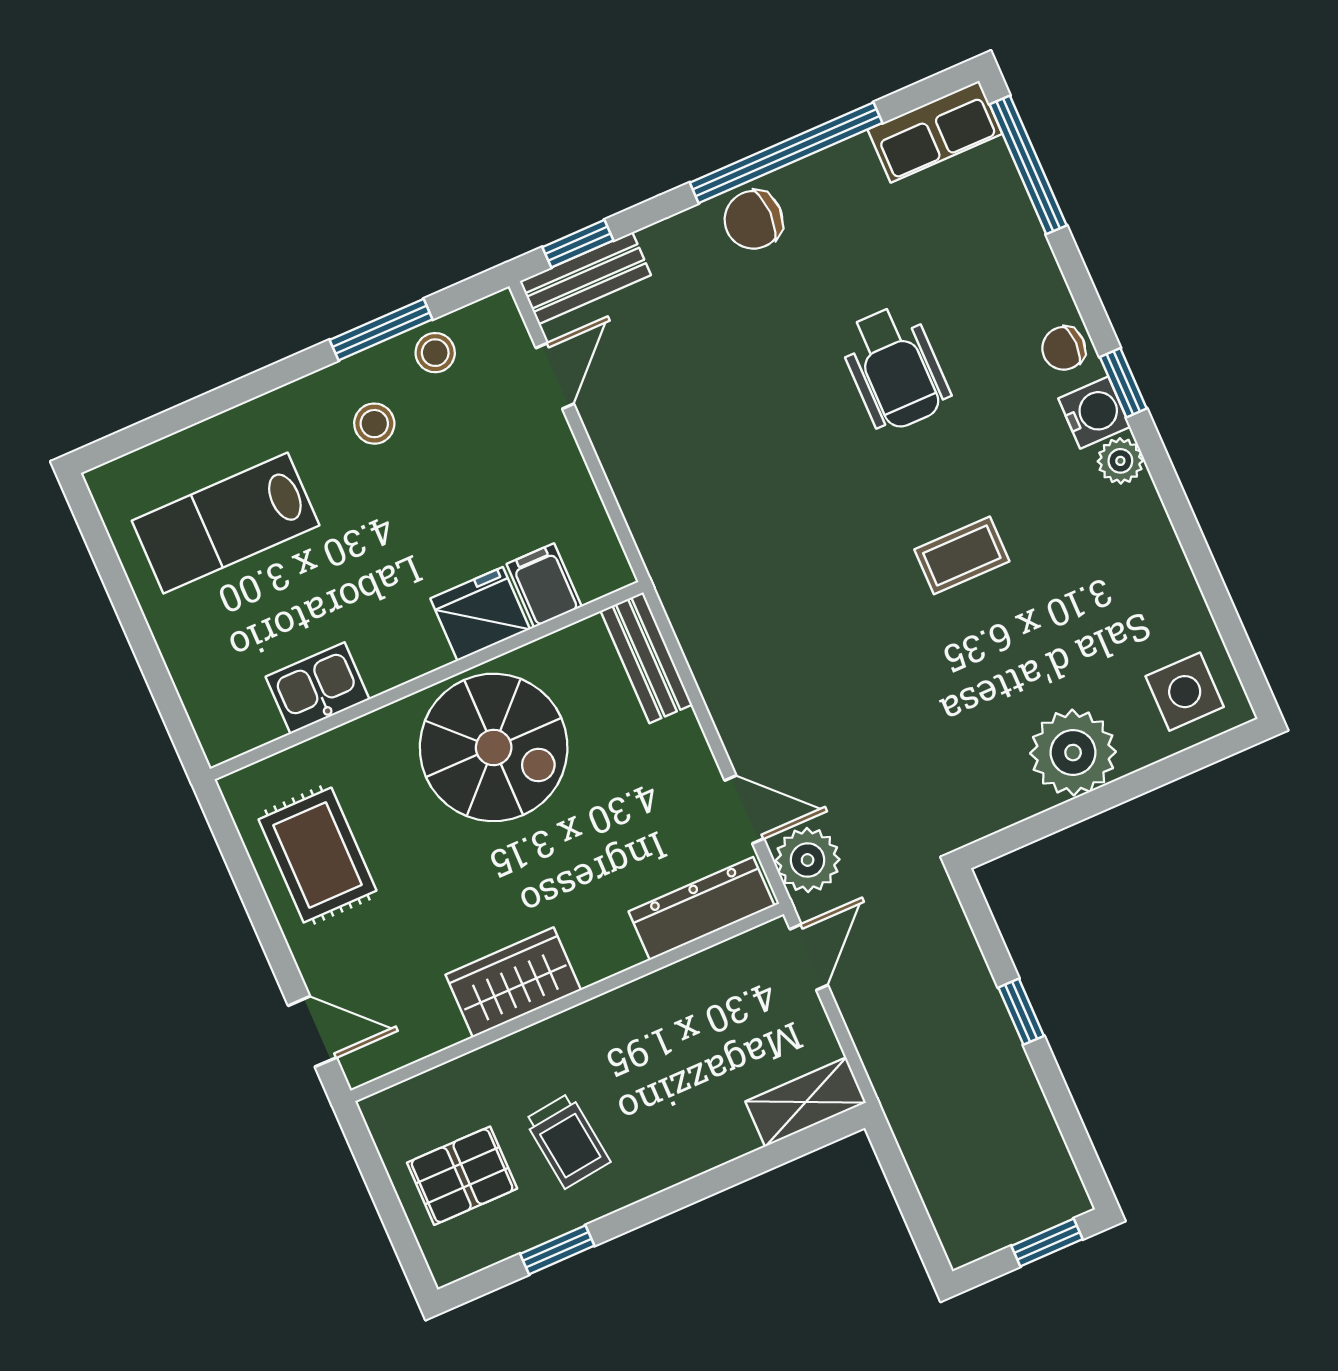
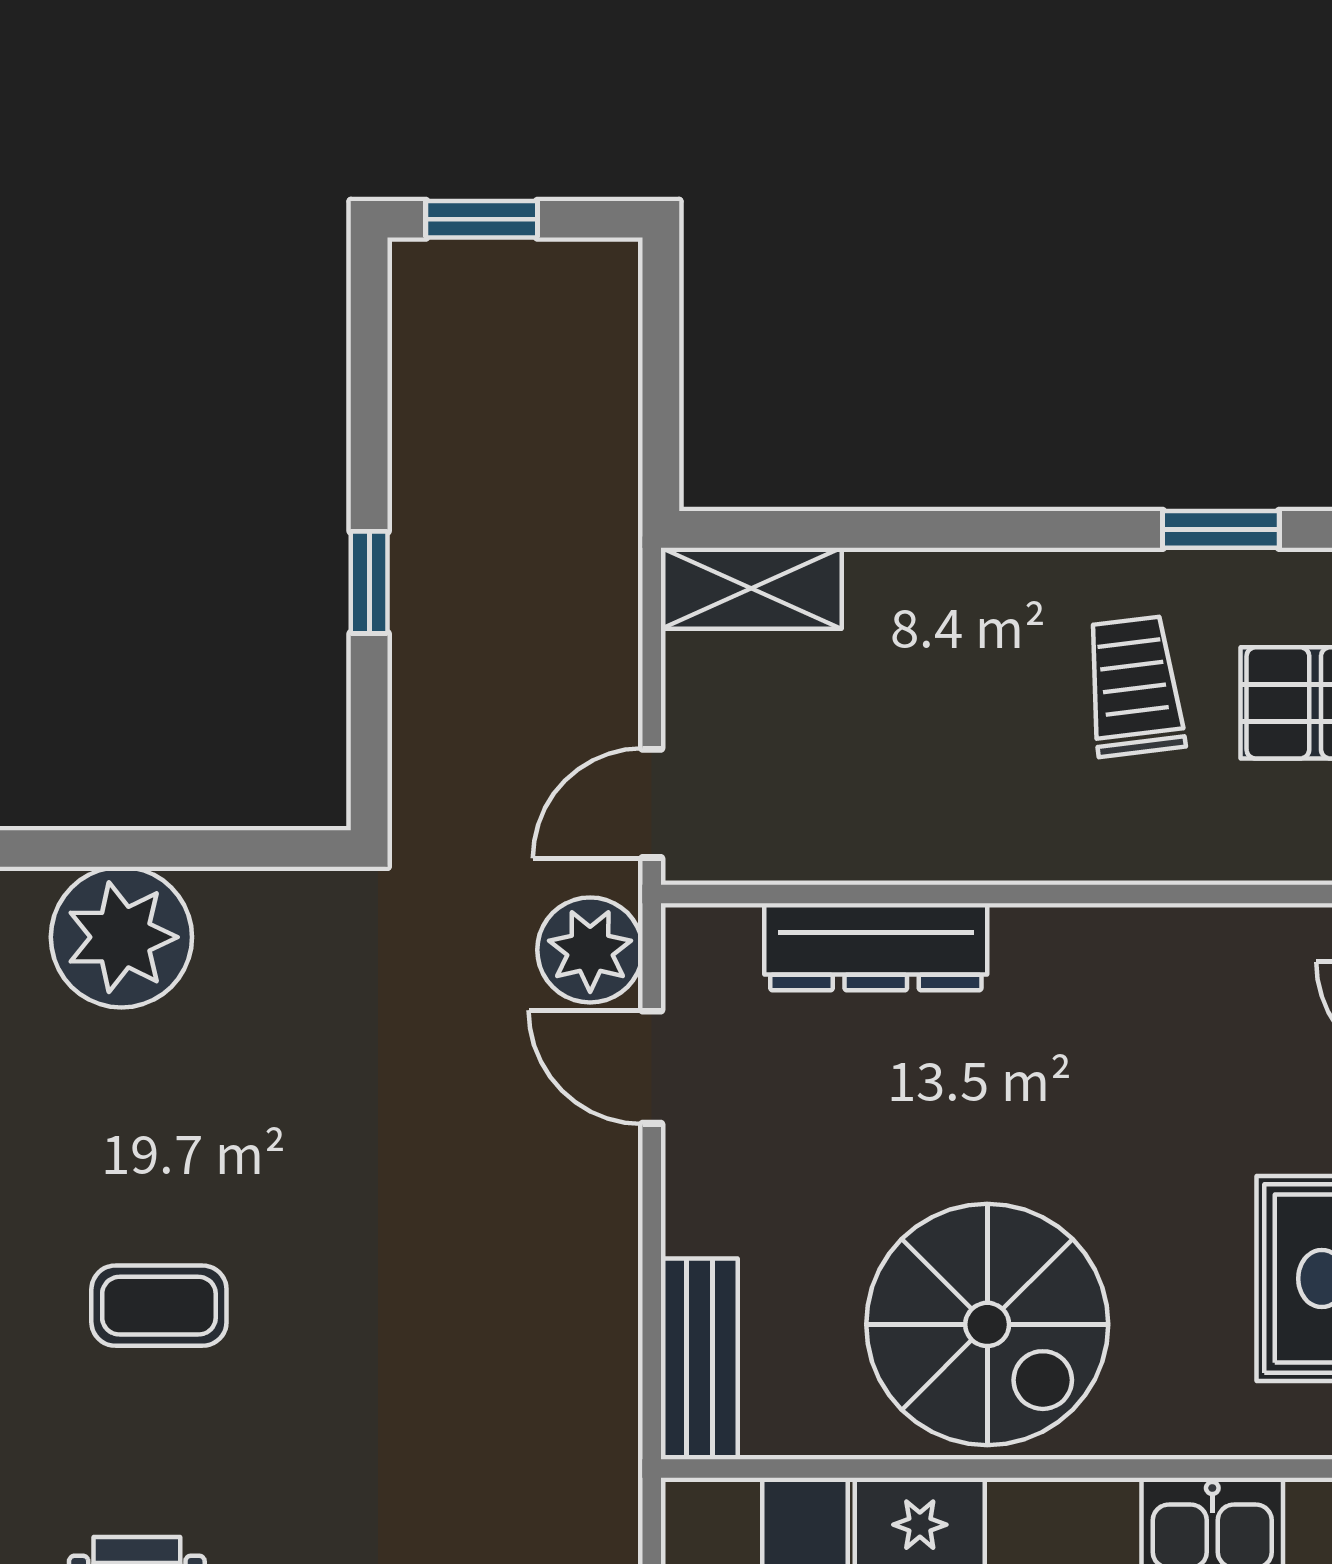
spiral stairs: (494, 747) -> (987, 1324), turned 180
dresser: (701, 908) -> (876, 947), moved
wardrobe: (513, 982) -> (1112, 959), removed

